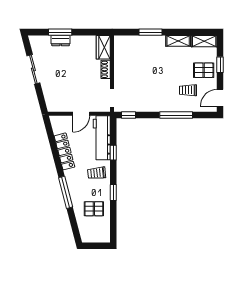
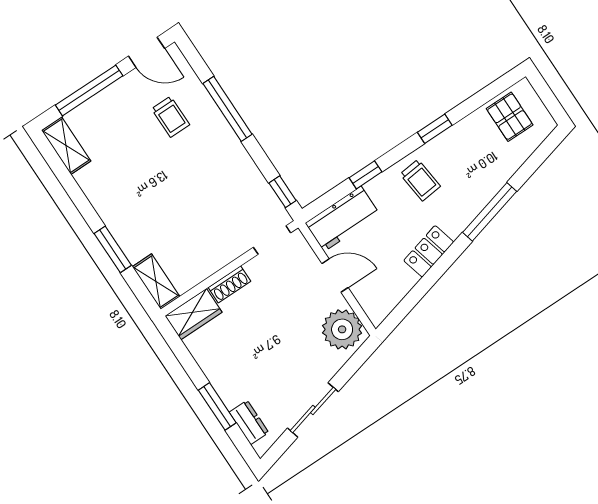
dresser: (61, 41) -> (249, 422), moved
shelving: (178, 41) -> (156, 282), moved
window: (220, 65) -> (89, 90), width x2.17
pallet: (204, 70) -> (118, 113), removed
plant: (58, 102) -> (342, 329), added
workbench: (102, 138) -> (343, 219), width x0.73
locker: (64, 151) -> (429, 251), width x0.66
pallet: (94, 209) -> (510, 117), moved

